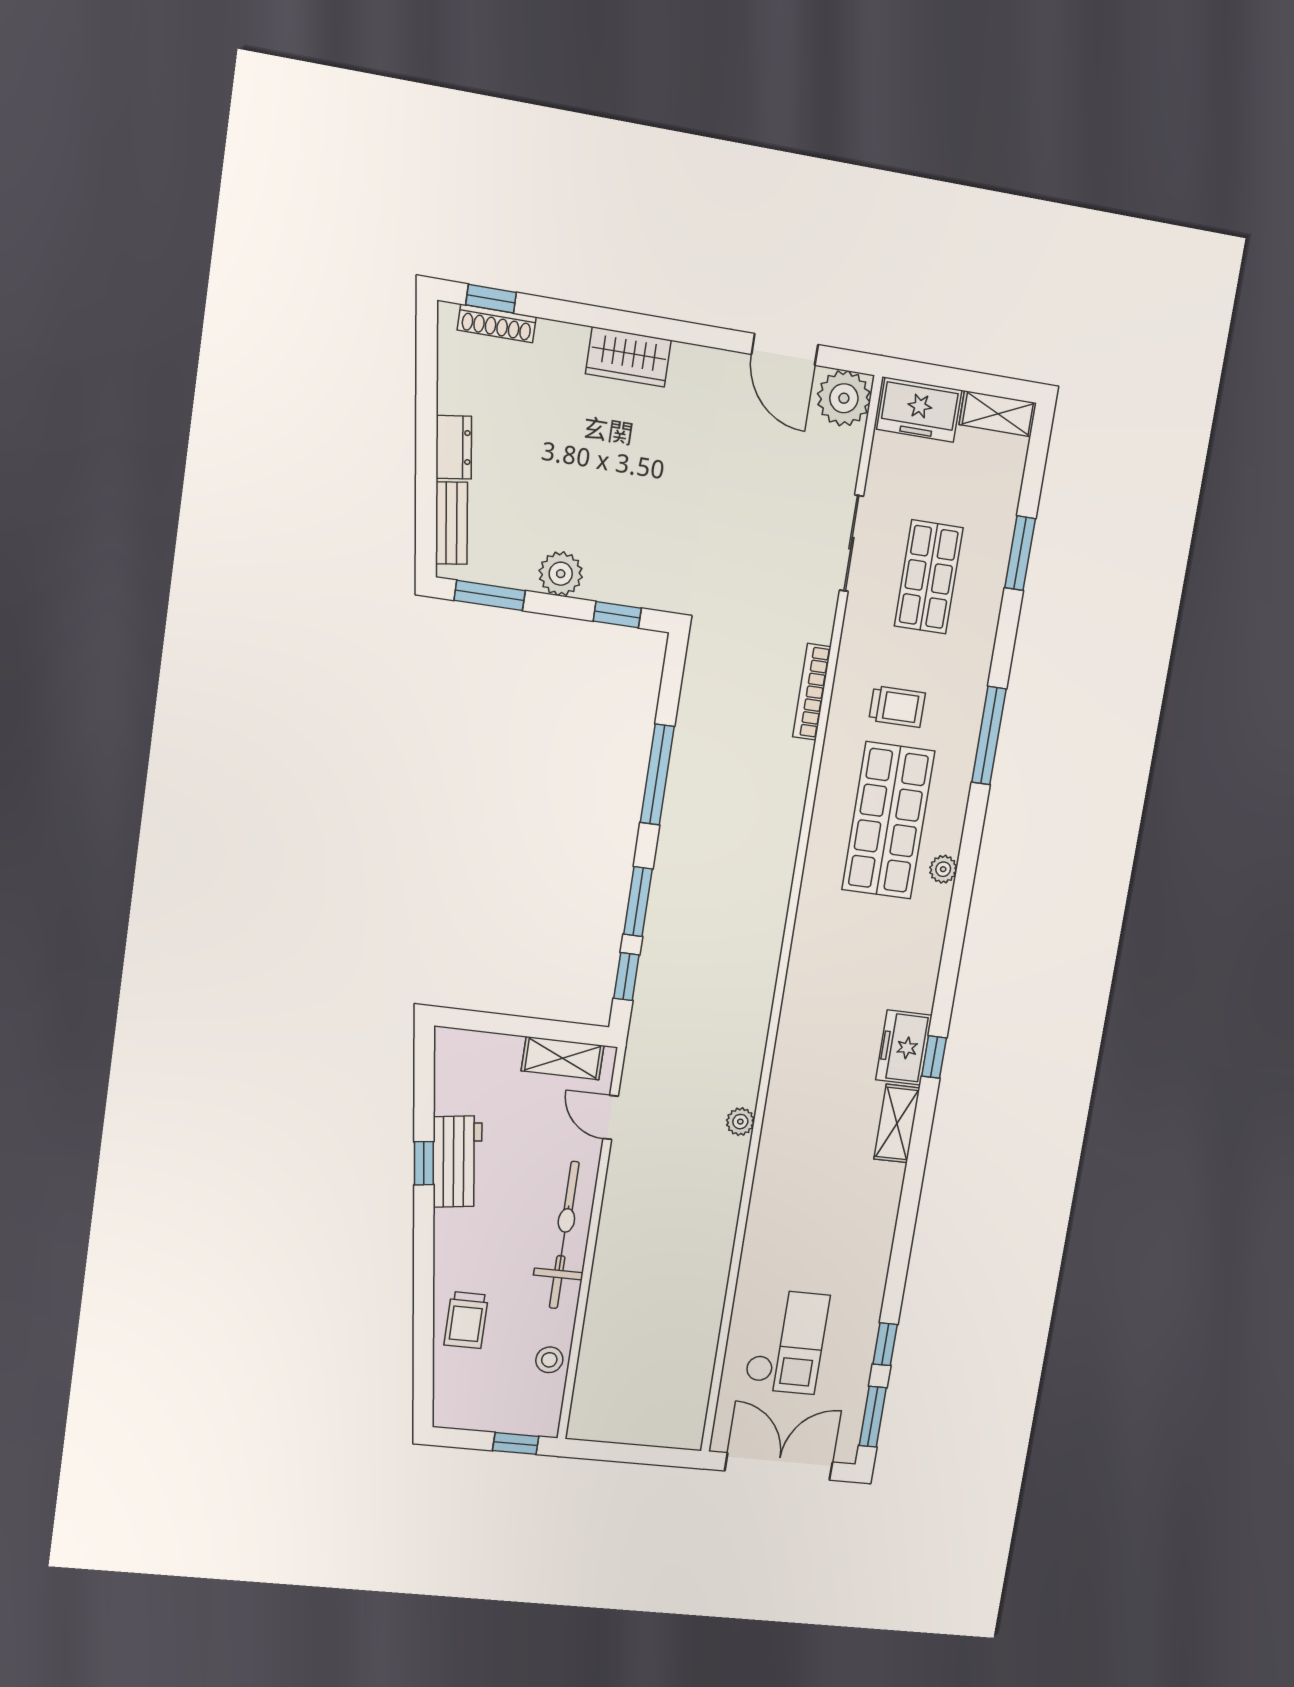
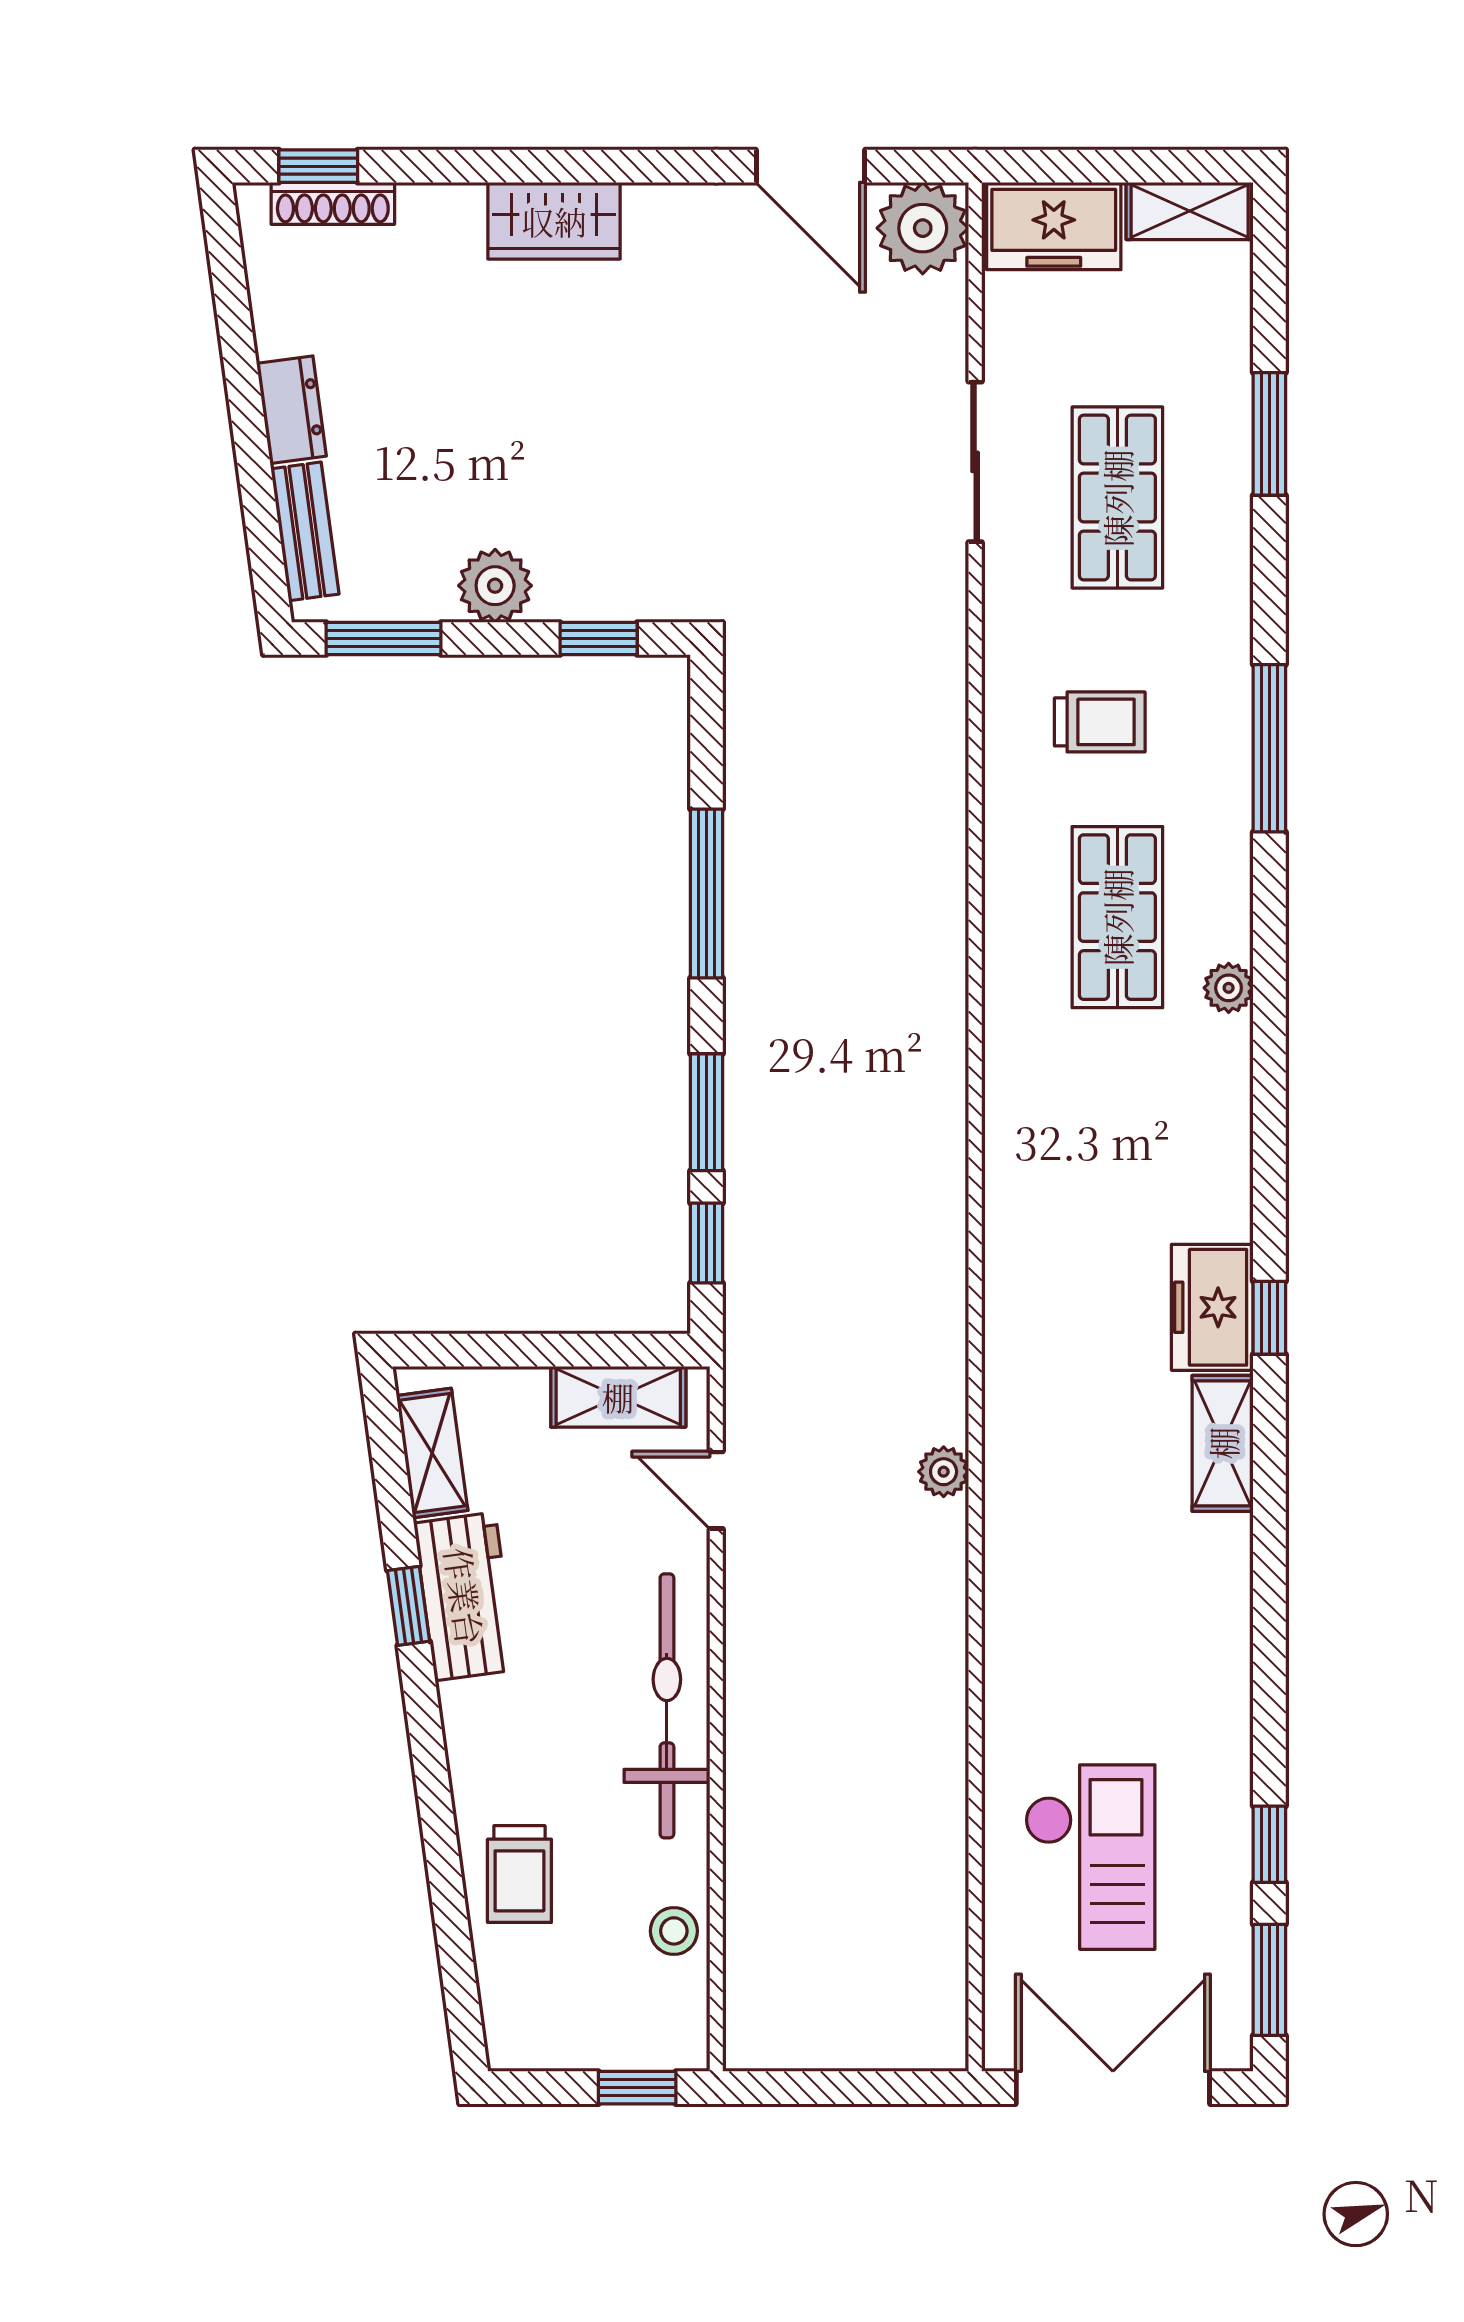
bookcase: (812, 692) -> (948, 718), removed
shop shelf: (888, 820) -> (1117, 917), width x0.70, depth x0.74
shelving: (450, 1078) -> (432, 1453), added

